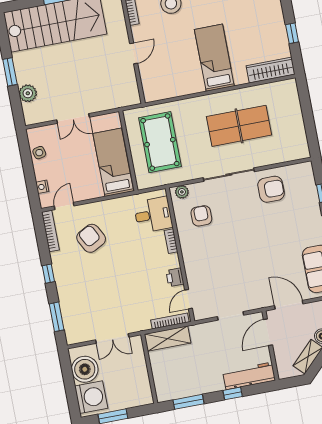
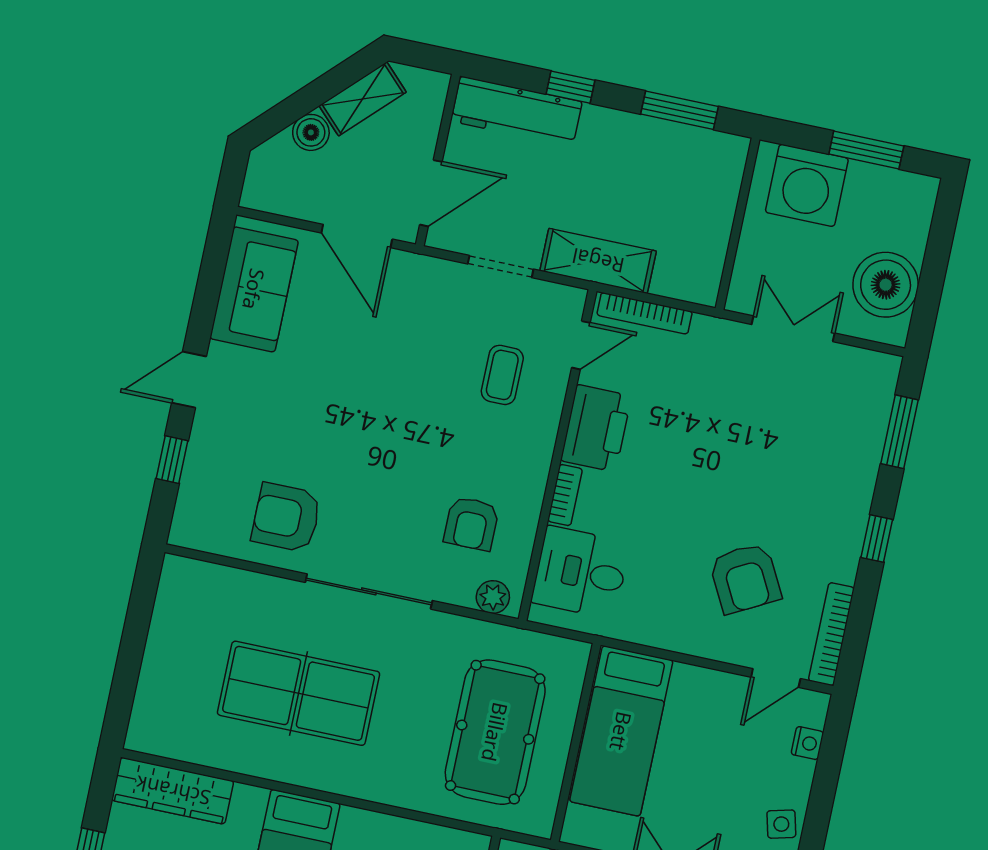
coffee table: (213, 276) -> (502, 375), added
printer: (175, 277) -> (596, 428), width x1.87, depth x1.48
shelving: (168, 338) -> (598, 261), moved
washing machine: (91, 397) -> (807, 185), moved, turned -90

